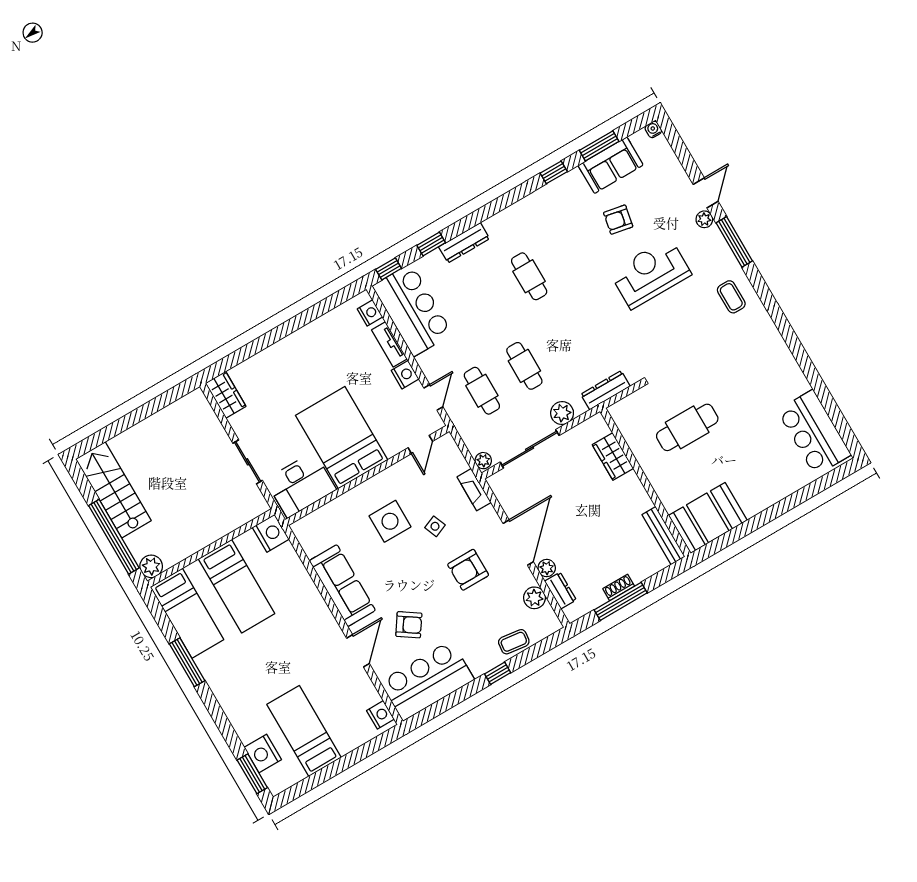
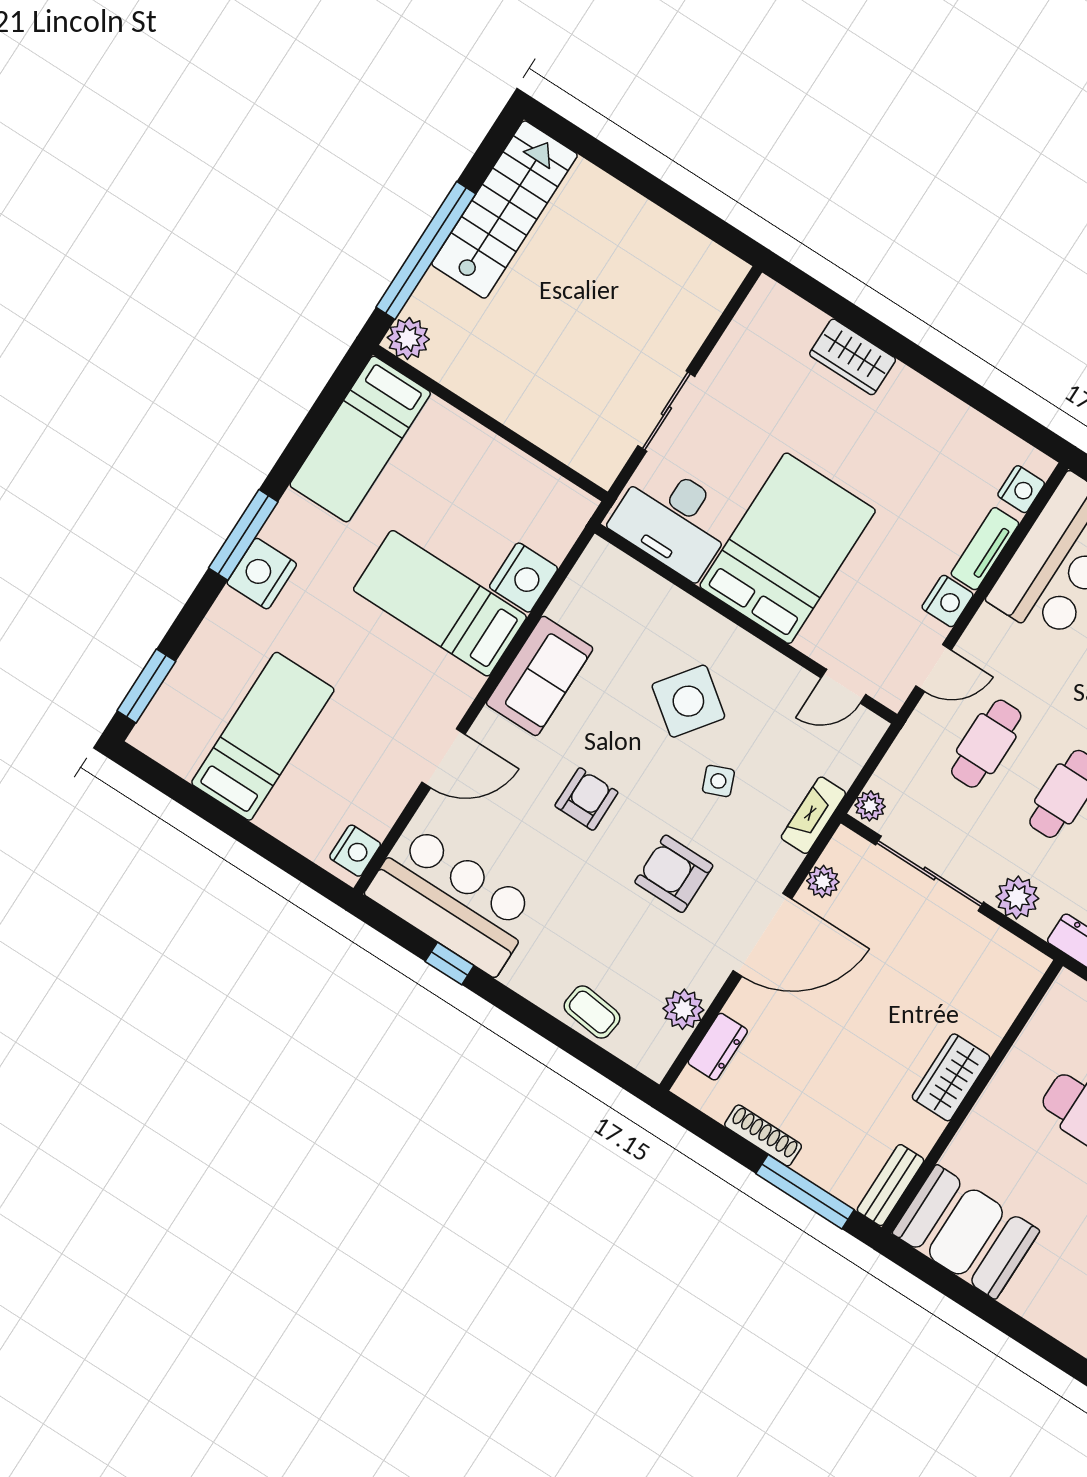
wardrobe: (226, 395) -> (853, 357), moved, turned 90
wardrobe: (613, 457) -> (951, 1077), moved
side table: (390, 521) -> (688, 701), turned 37
nightstand: (271, 533) -> (524, 578), moved
bench: (664, 536) -> (890, 1185), width x0.73
plant: (547, 568) -> (823, 881), moved
bed: (237, 586) -> (440, 603), moved, turned 90
sofa: (342, 586) -> (540, 676), width x0.73
shoe rack: (619, 587) -> (763, 1135), width x1.43
window: (621, 601) -> (805, 1192), moved
armchair: (409, 625) -> (586, 799), moved, turned -124
window: (187, 662) -> (243, 535), moved
window: (498, 673) -> (450, 963), moved
nightstand: (263, 753) -> (262, 574), moved

